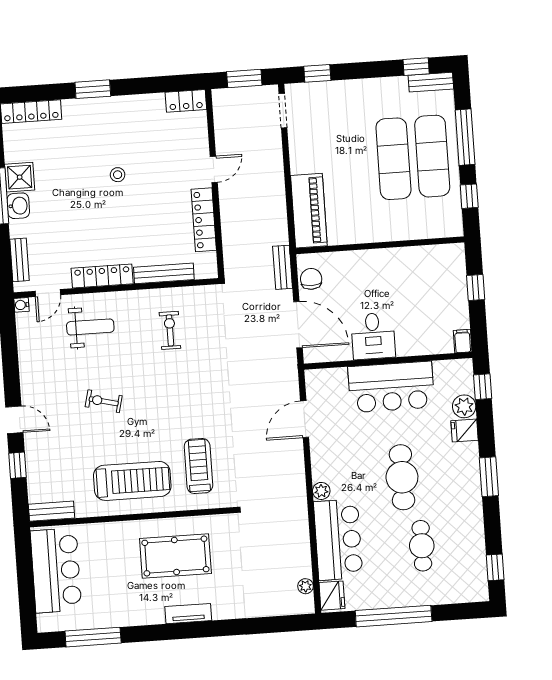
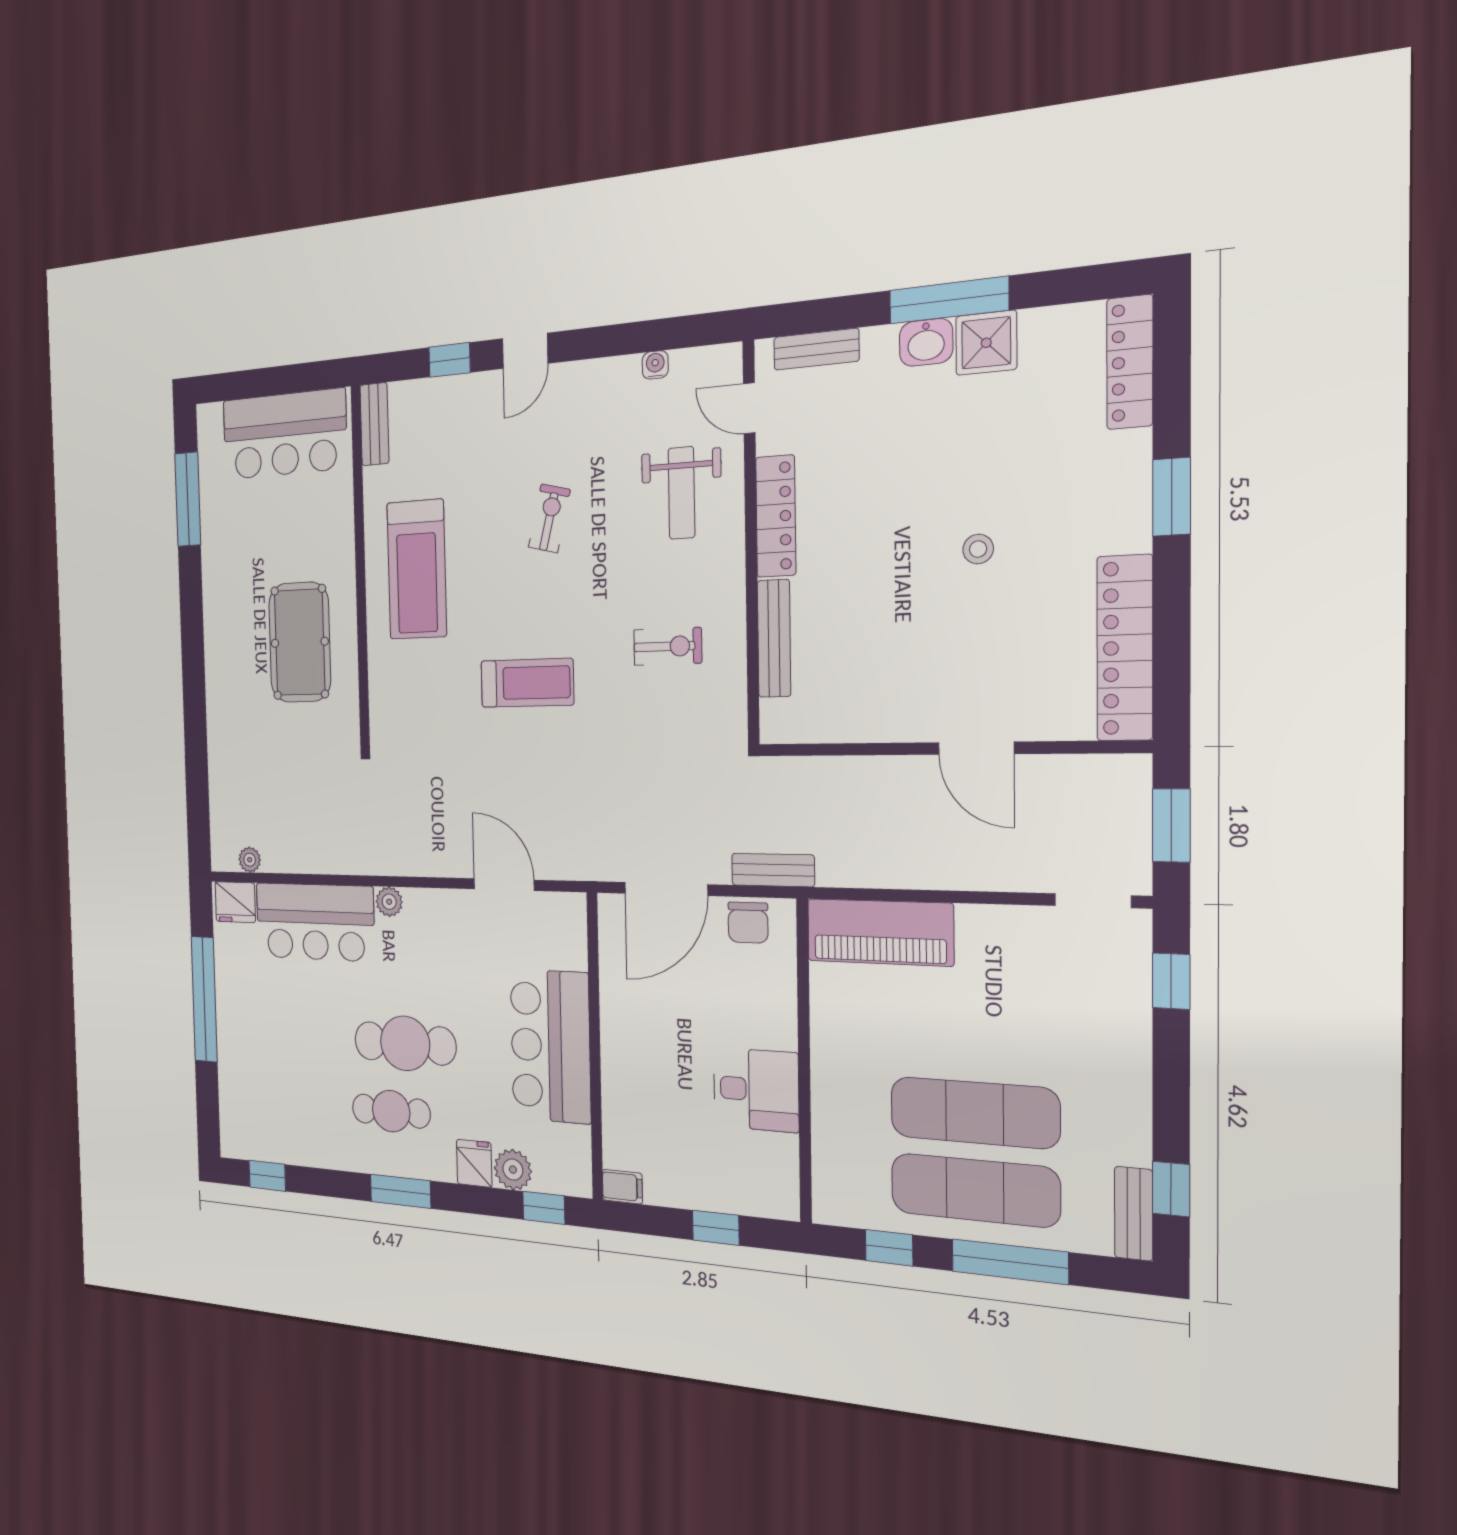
locker: (186, 101) -> (1125, 648), width x2.16, depth x1.21
door: (214, 169) -> (976, 748), width x1.38
locker: (204, 220) -> (874, 722), removed
chair: (311, 279) -> (748, 923), turned 90
water cooler: (21, 305) -> (655, 365), moved
desk: (373, 336) -> (756, 1090), moved, turned 180
treadmill: (198, 466) -> (527, 683), moved
cafe table: (422, 546) -> (391, 1111), moved
tv unit: (188, 614) -> (216, 661), removed

